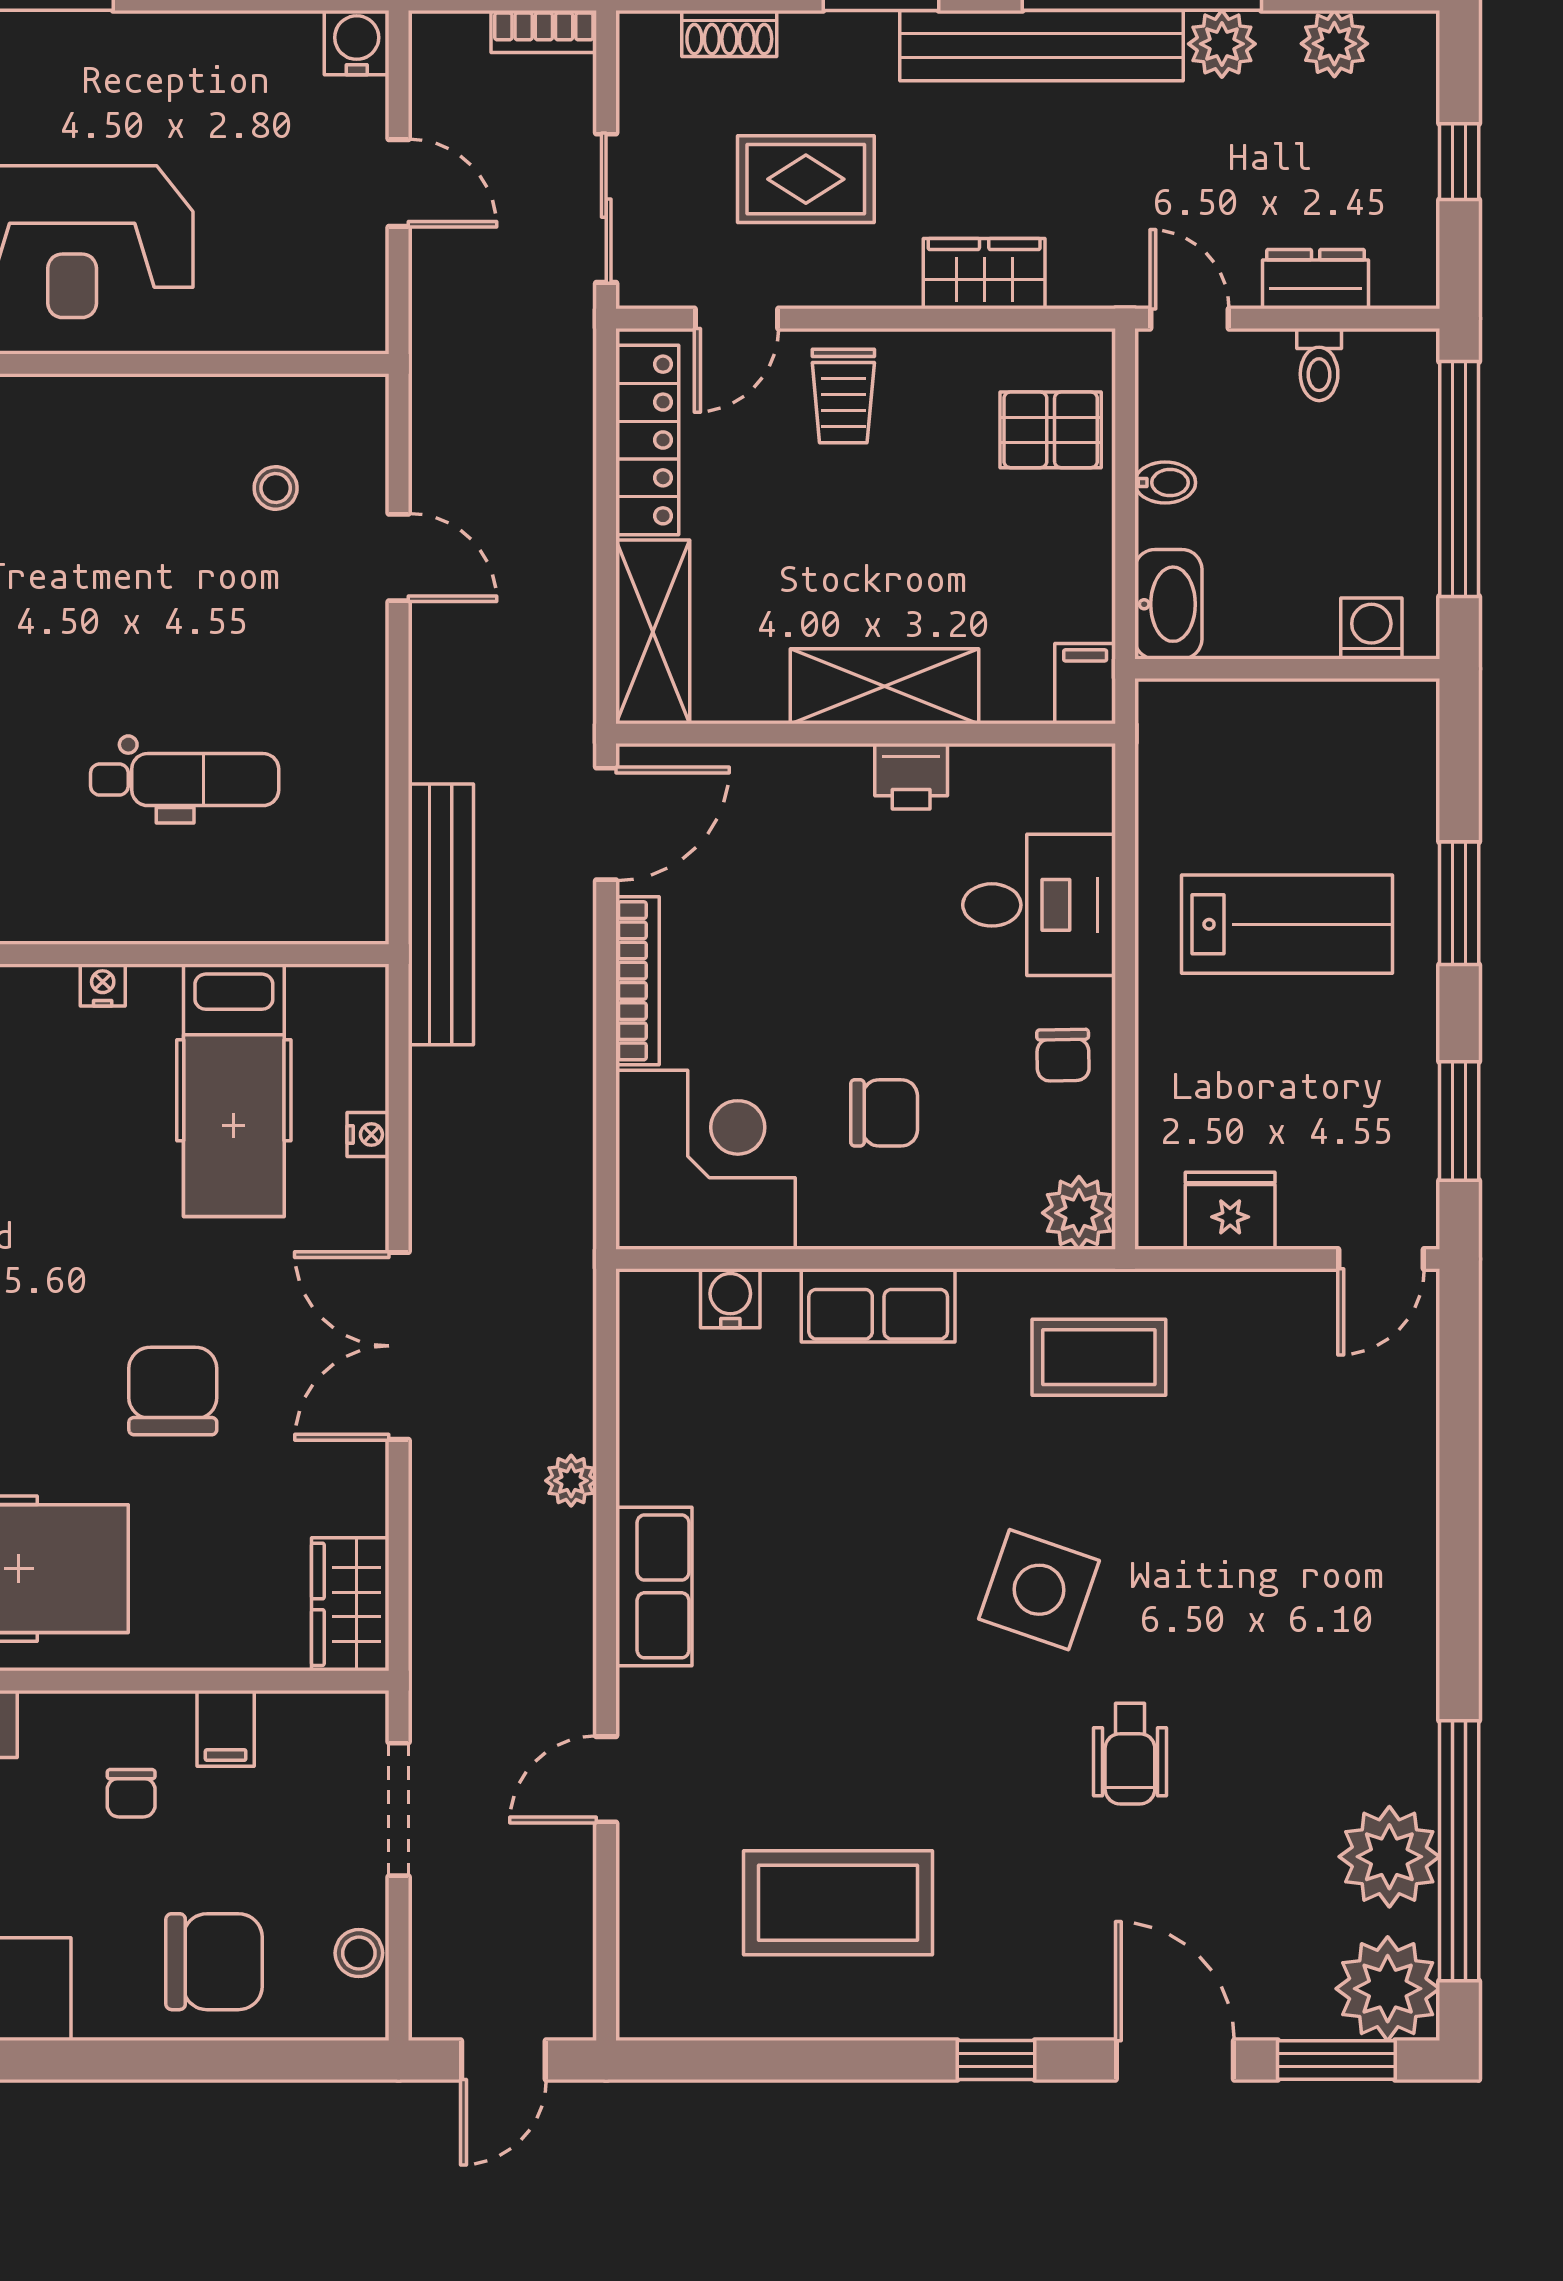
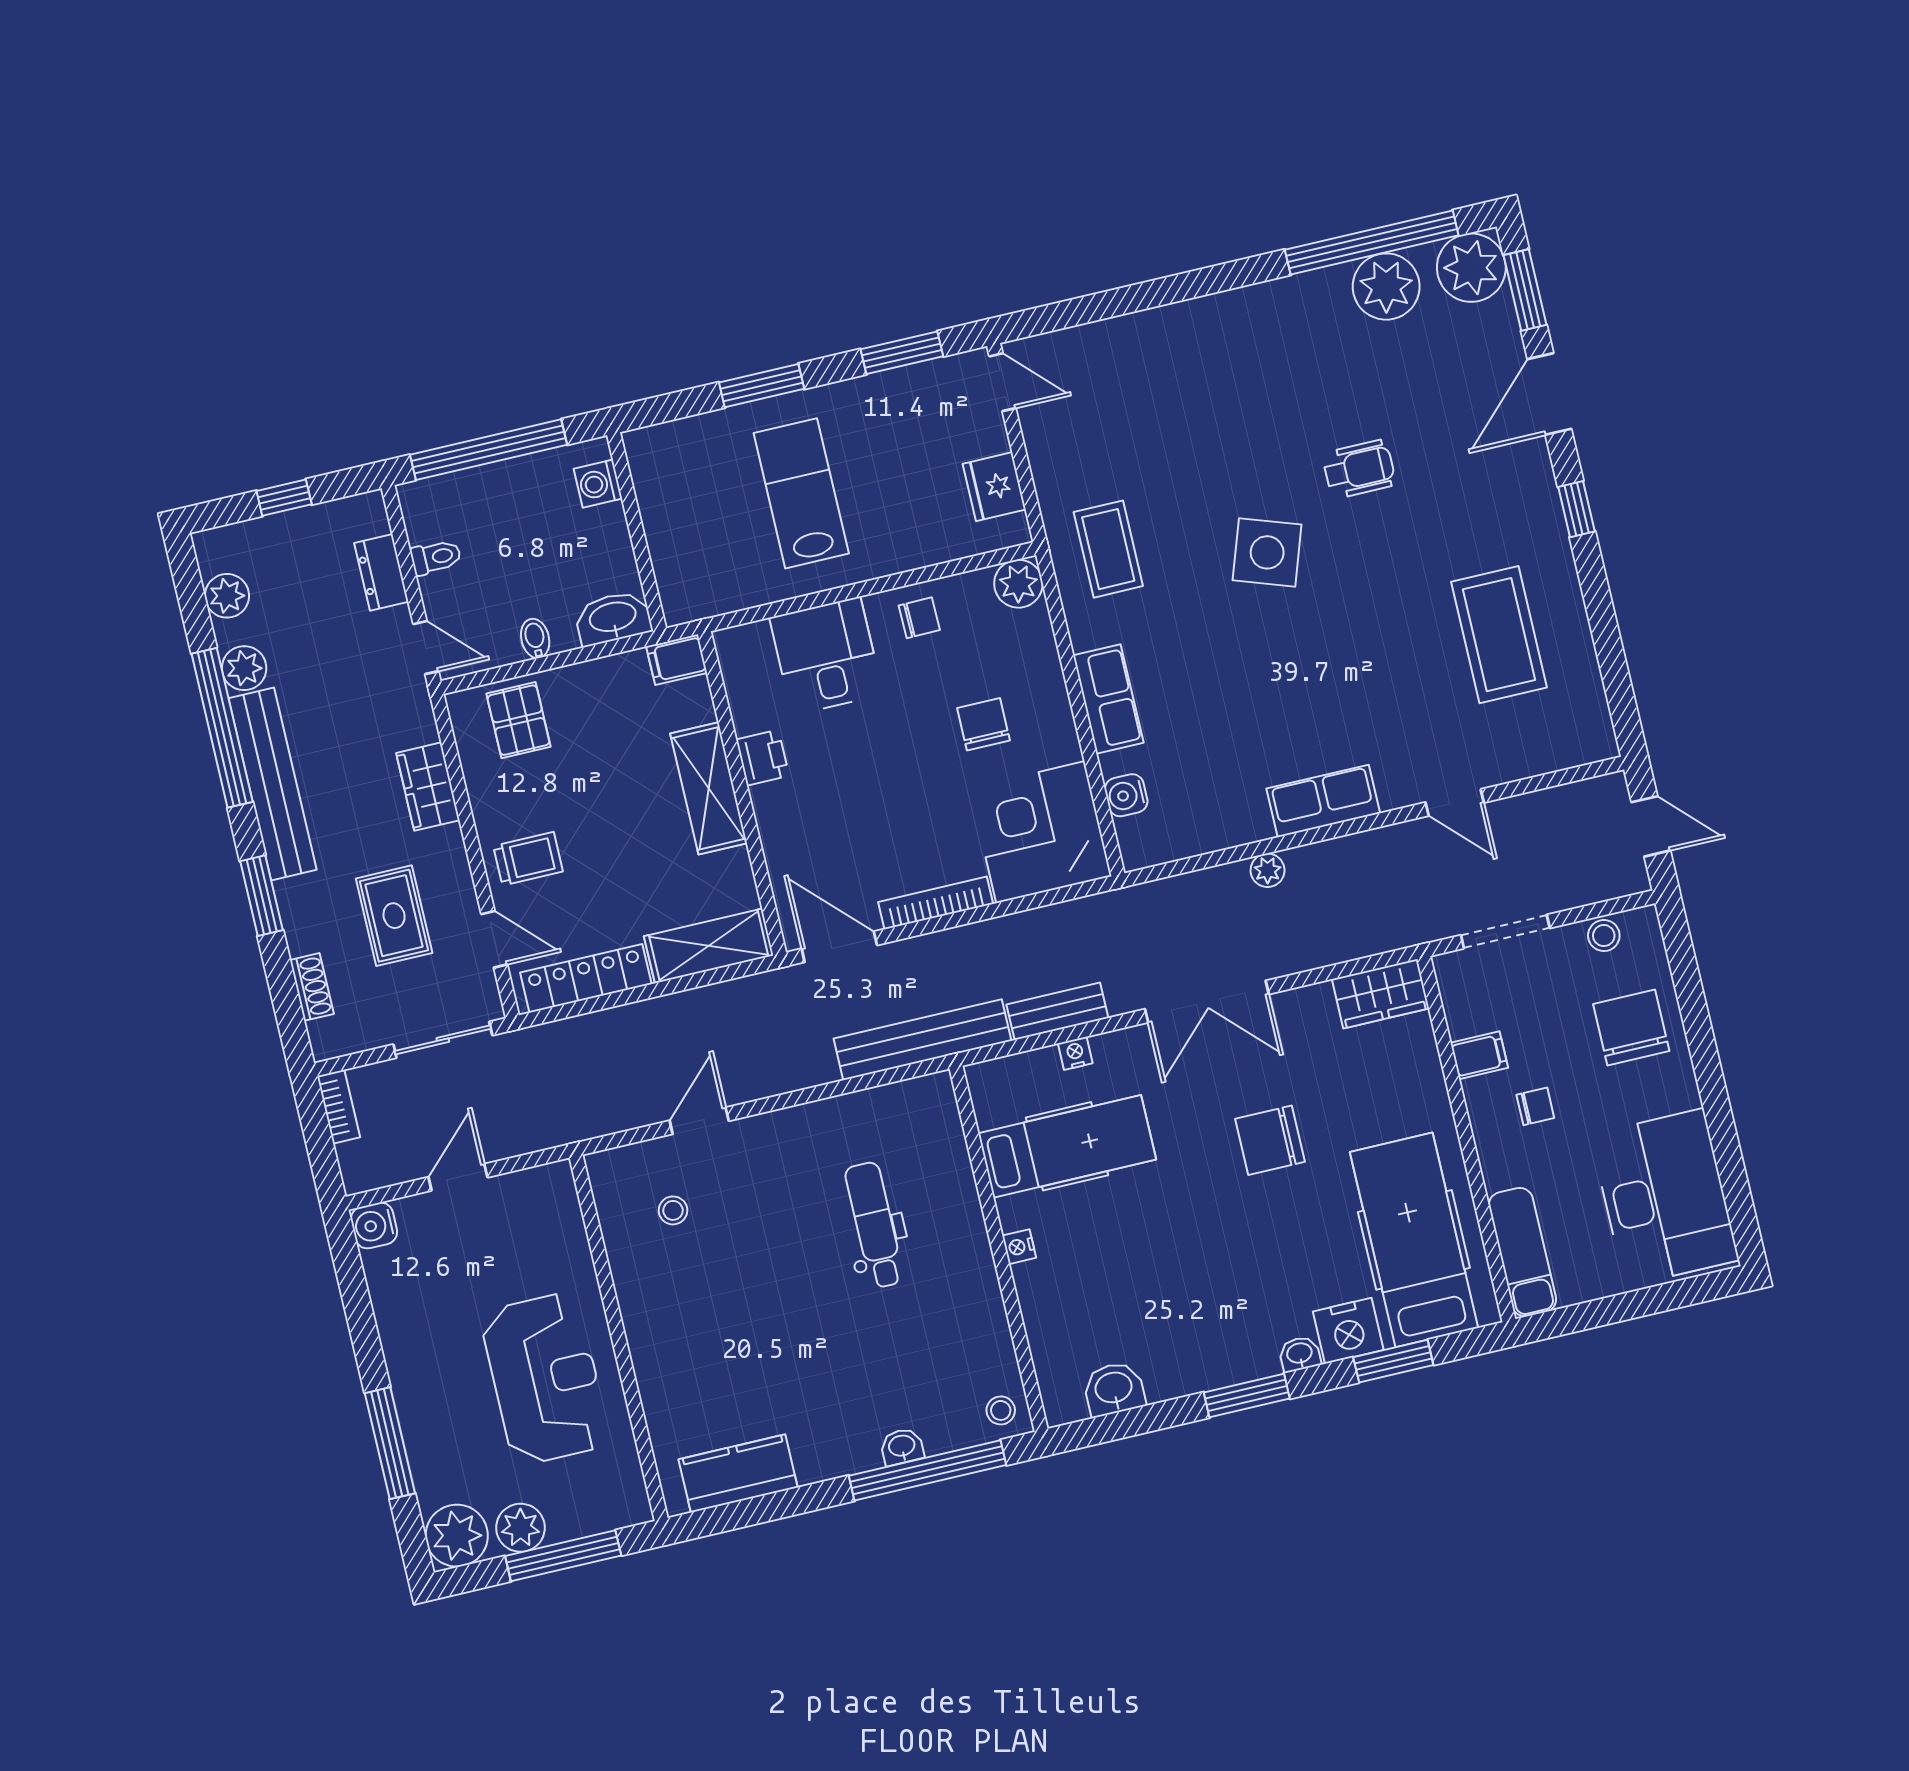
door: (1190, 319) -> (426, 648), swing flipped
bench: (436, 1123) -> (1057, 1011), added

